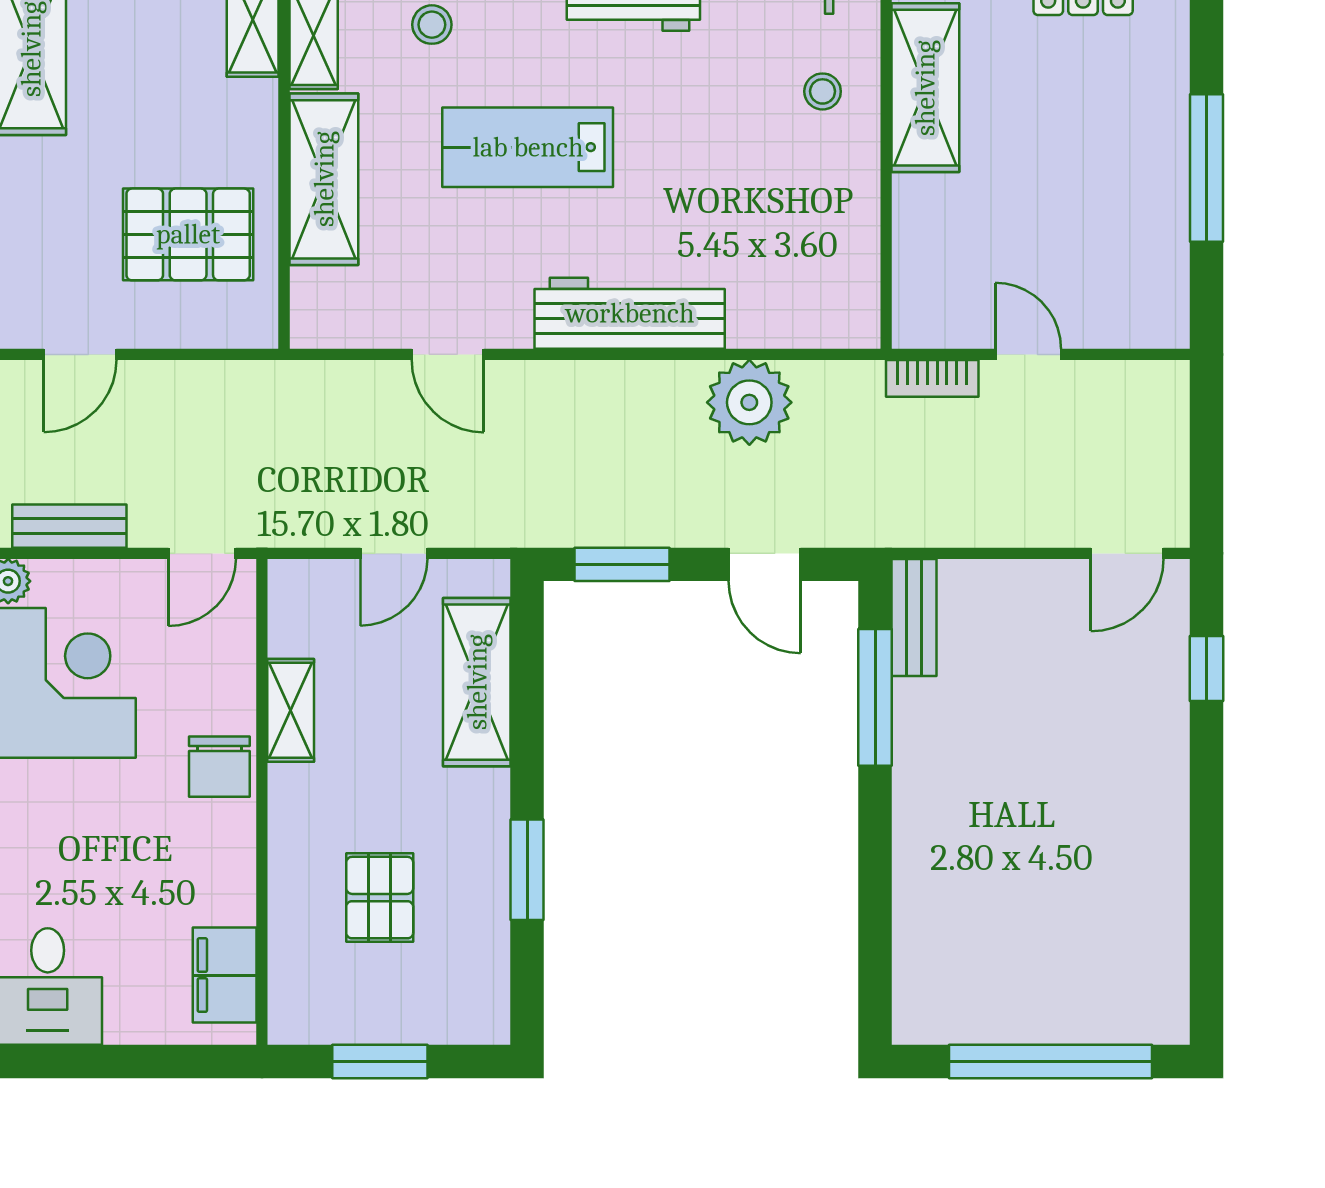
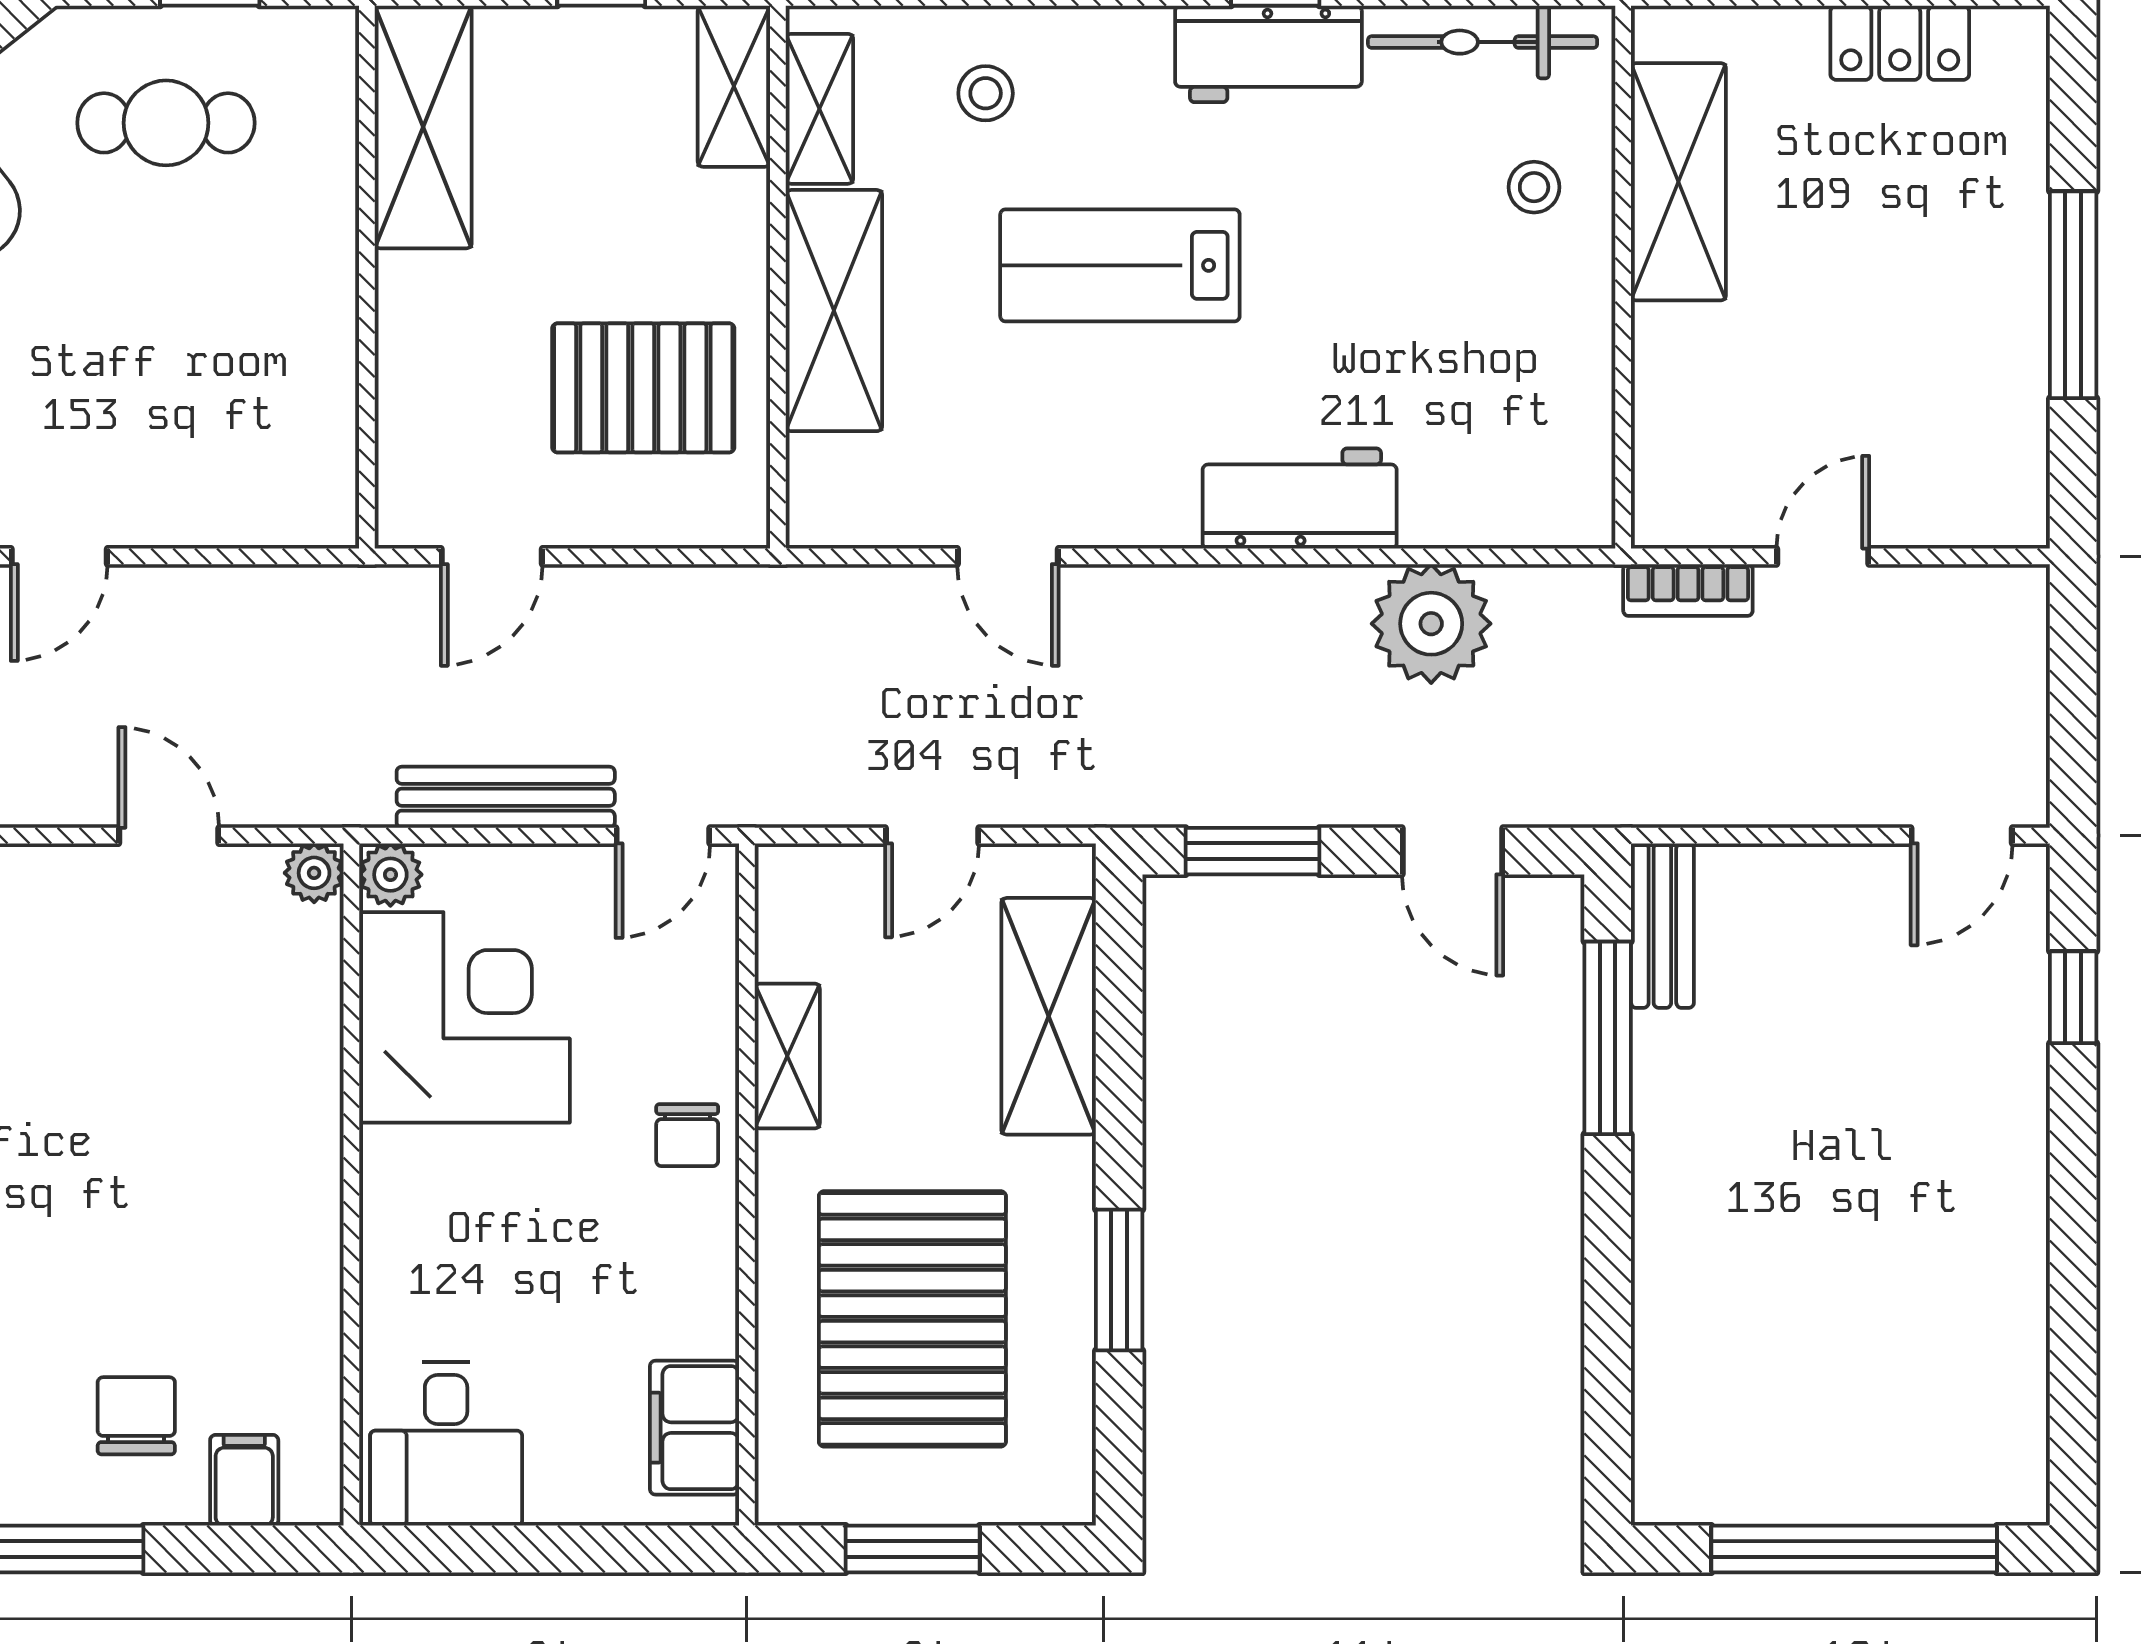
workbench: (630, 313) -> (1300, 499), width x0.73
door: (1028, 354) -> (1823, 556), hinge flipped
bench: (69, 526) -> (506, 797), width x1.36
chair: (219, 767) -> (687, 1135), width x0.73, depth x0.73
pallet: (380, 898) -> (912, 1319), width x2.05, depth x2.00

